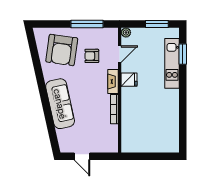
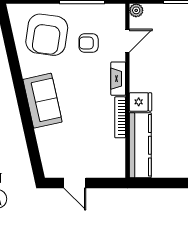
fridge: (129, 80) -> (140, 102), moved
sofa: (60, 104) -> (42, 101), width x0.73
kitchen counter: (129, 129) -> (140, 145), added

